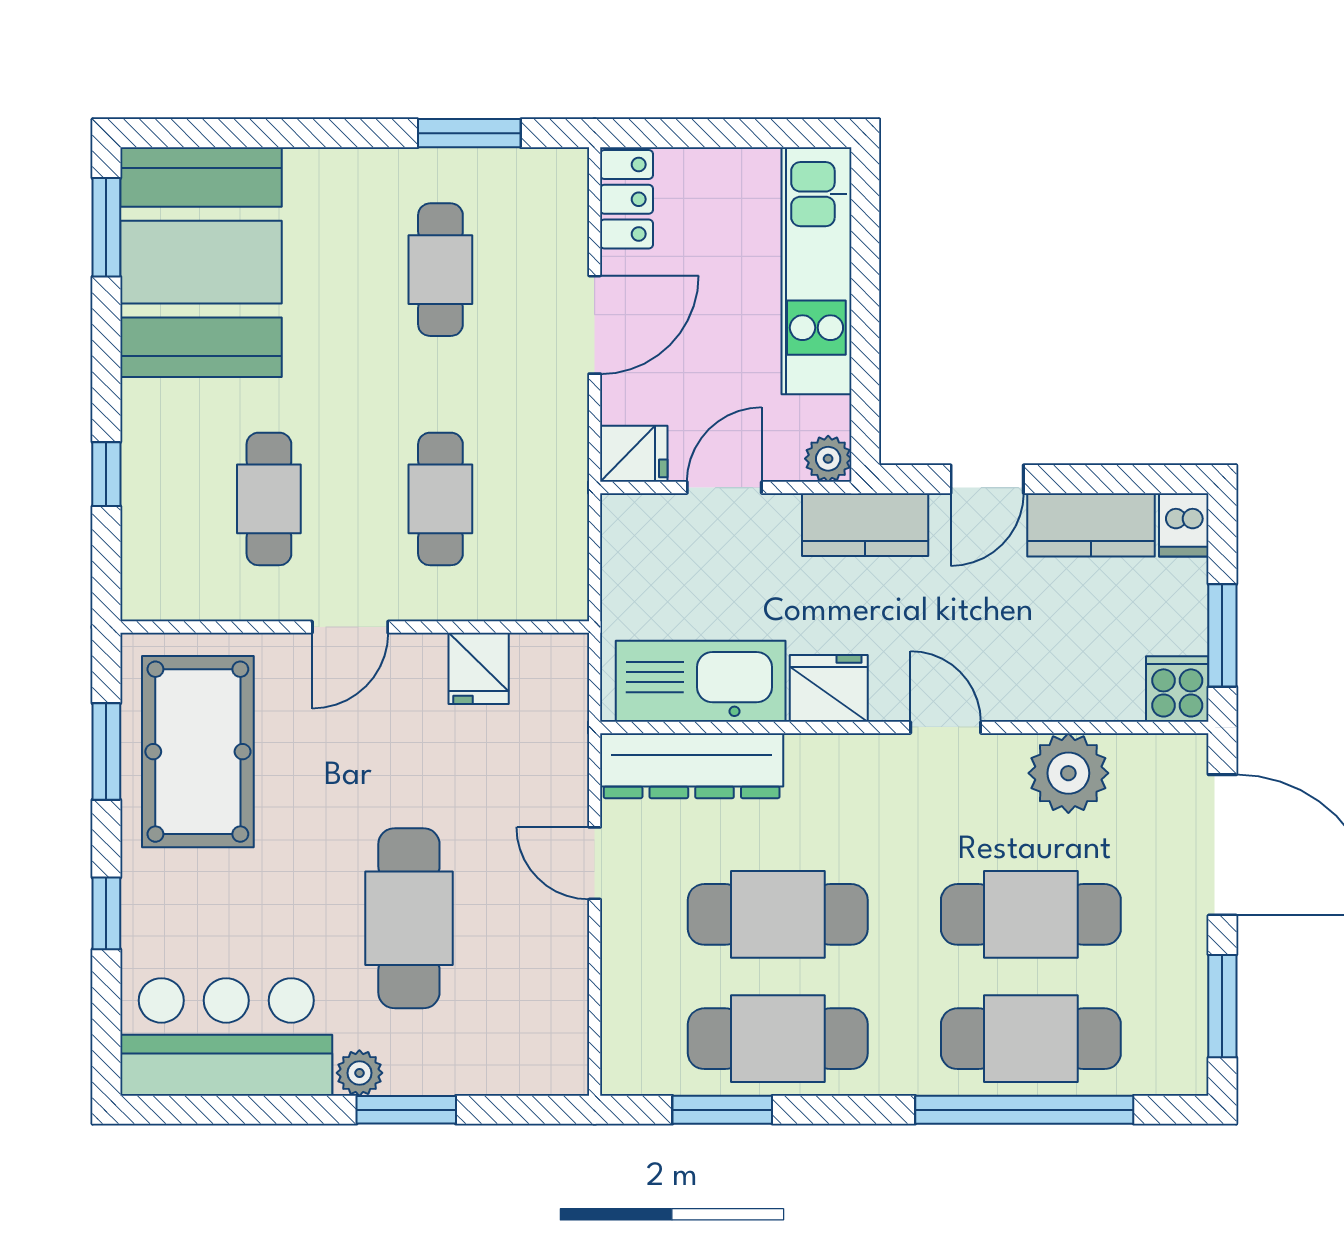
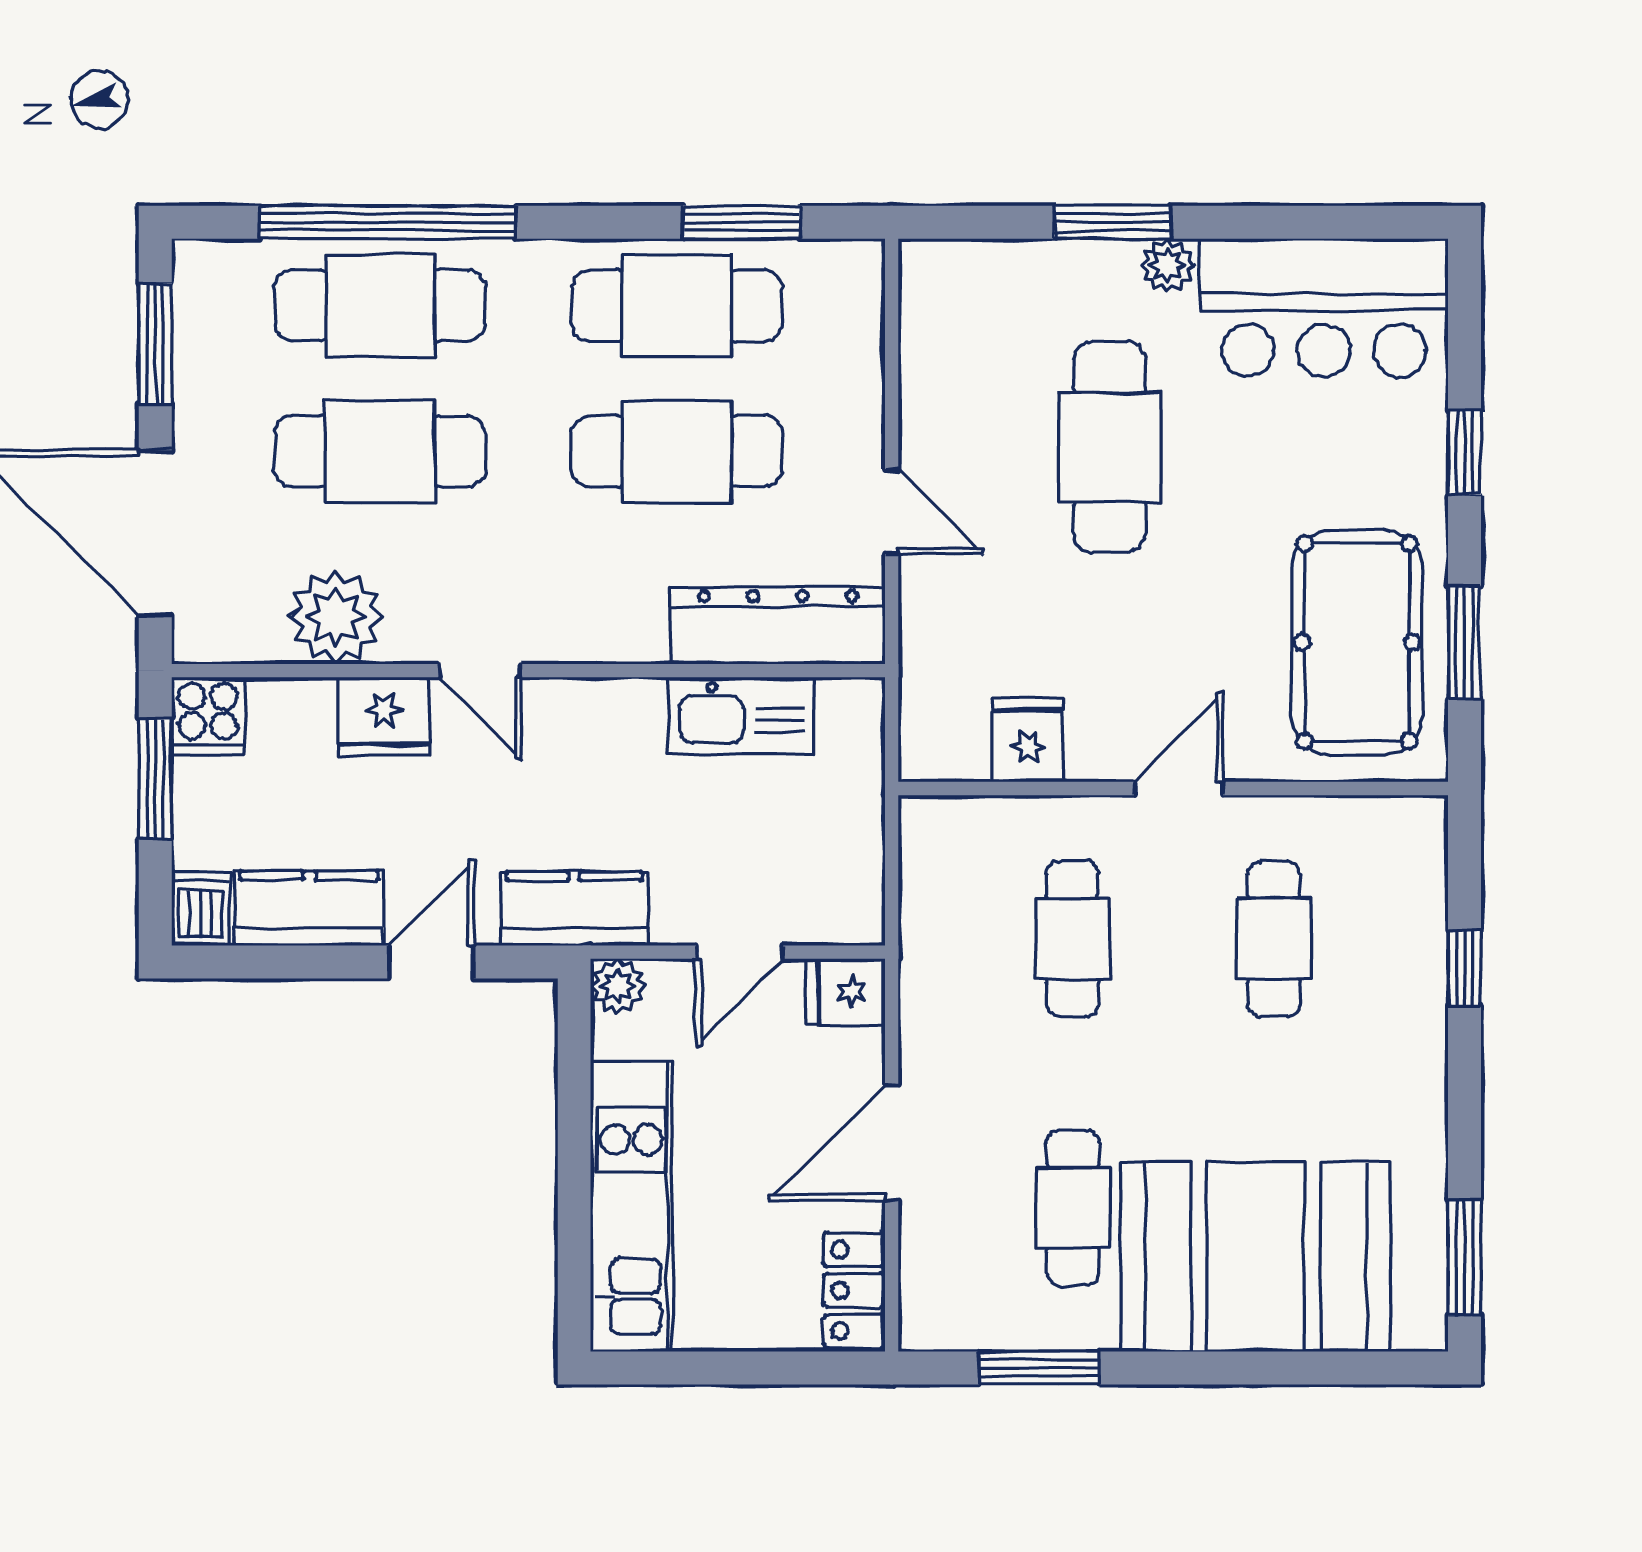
booth: (201, 262) -> (1256, 1257), moved, turned 90
kitchen sink: (701, 681) -> (741, 716), width x0.73, depth x0.81
fridge: (829, 688) -> (384, 717), moved

